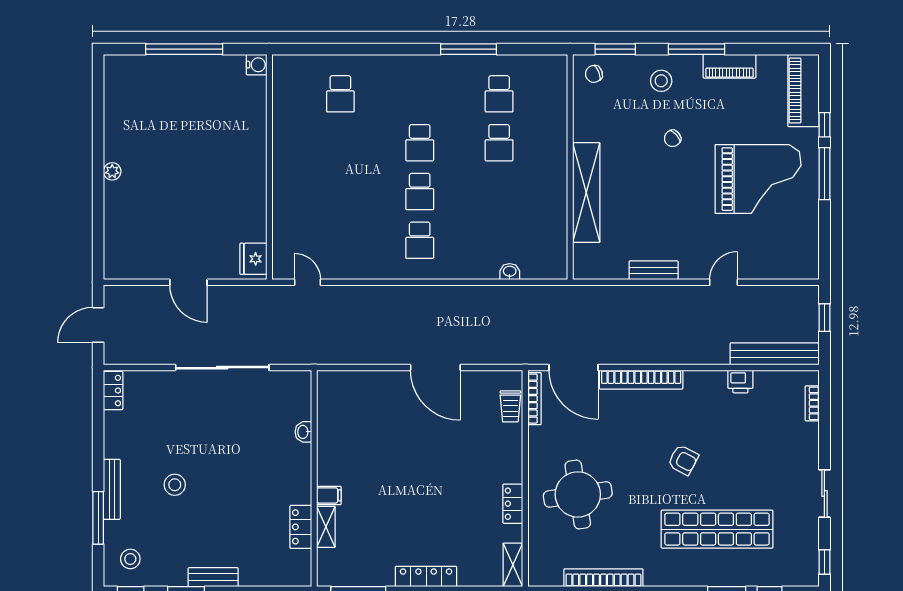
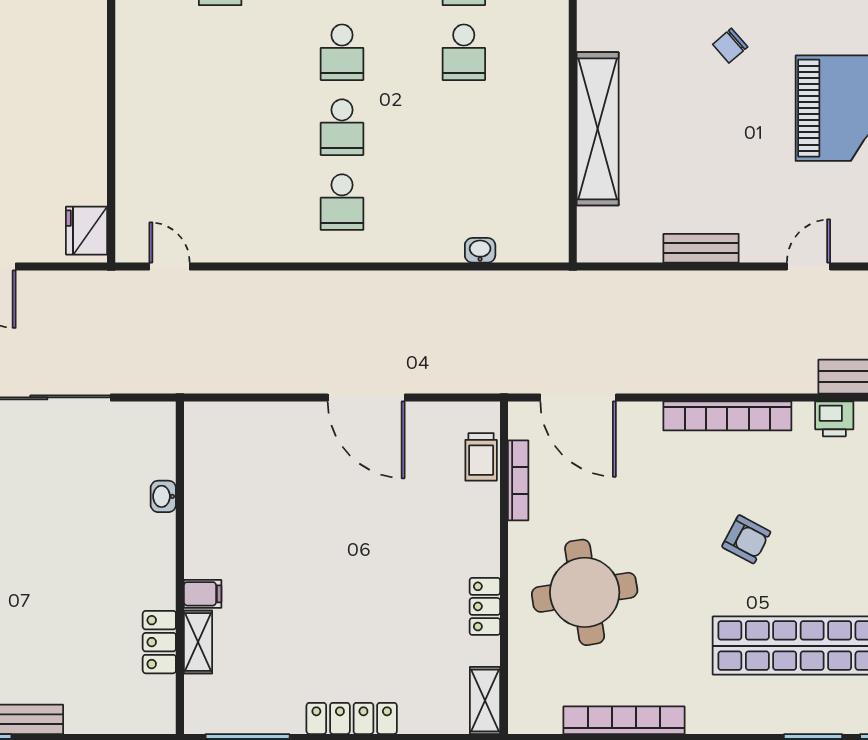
bookcase: (641, 380) -> (727, 416), moved
bookcase: (535, 399) -> (518, 480), moved

